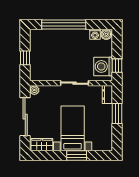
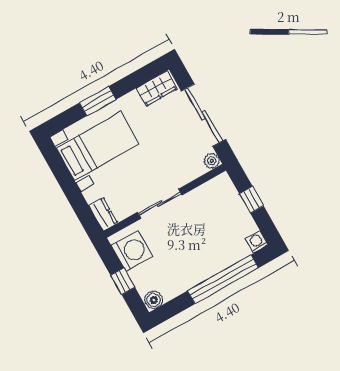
washing machine: (95, 34) -> (257, 242), moved
window: (117, 66) -> (123, 281), moved
window: (117, 114) -> (74, 195), removed
bed with nightstands: (73, 128) -> (98, 146), moved, turned -90

